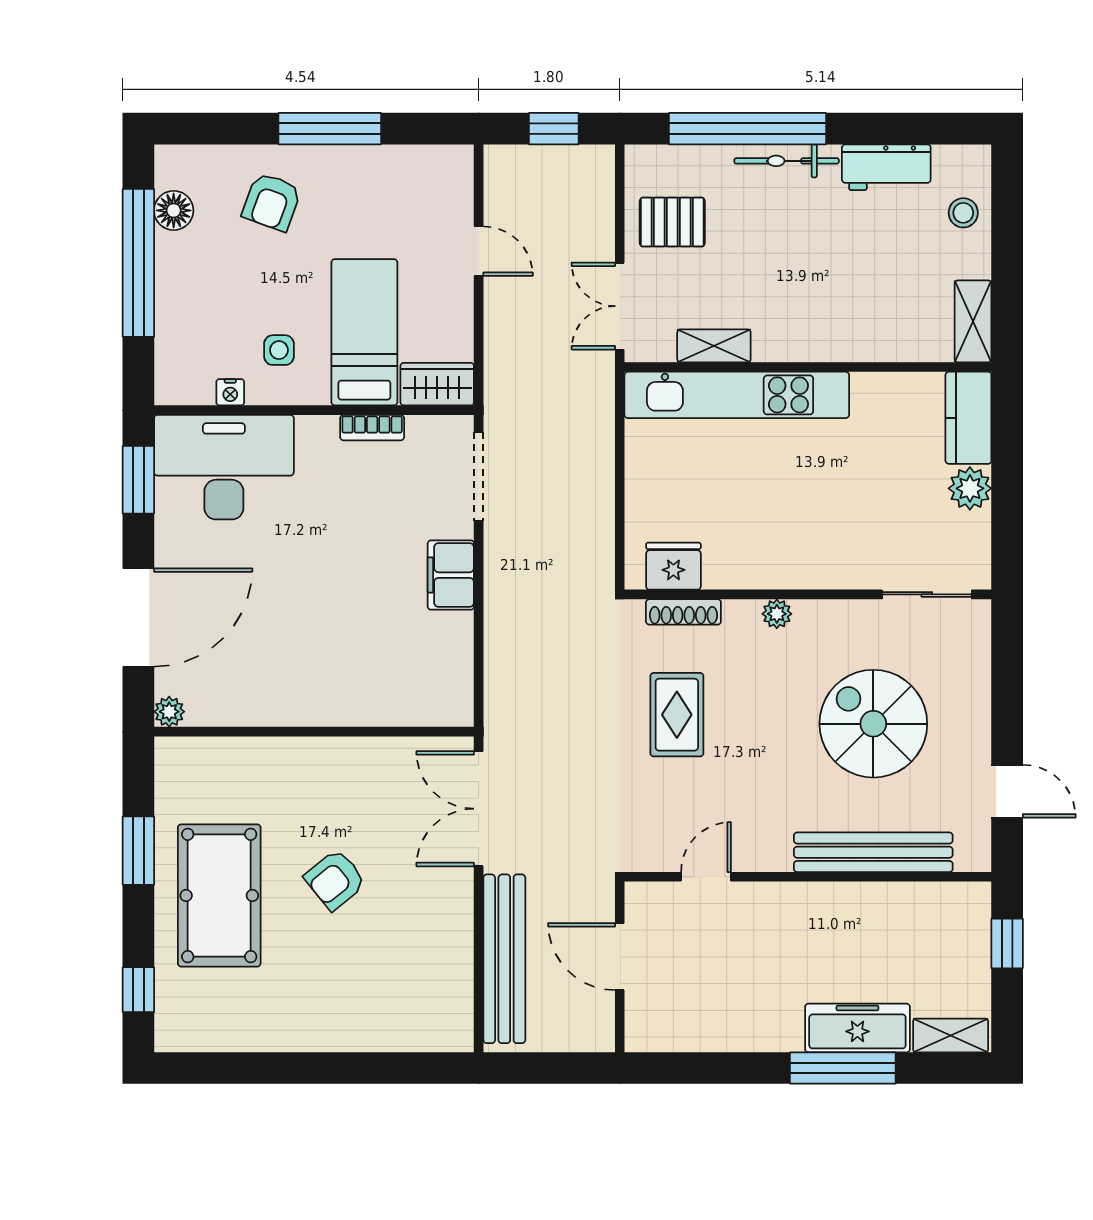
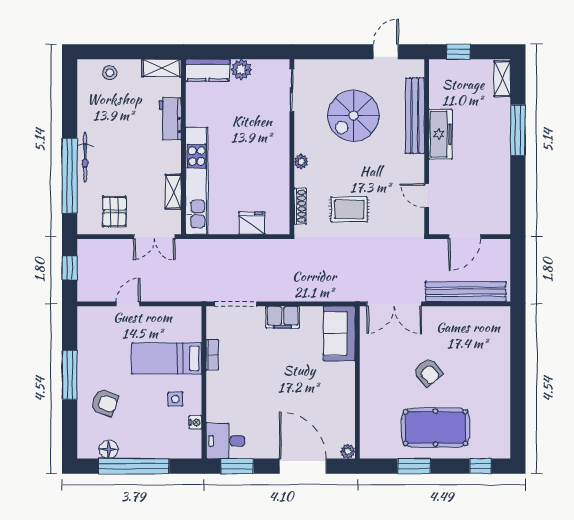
workbench: (886, 167) -> (170, 119), moved, turned 180
wardrobe: (437, 384) -> (192, 324), removed
desk: (224, 467) -> (225, 441), width x0.53, depth x0.77
fridge: (673, 566) -> (252, 223), moved, turned 90
sofa: (417, 694) -> (339, 333), added
freezer: (857, 1028) -> (440, 134), moved, turned 180

